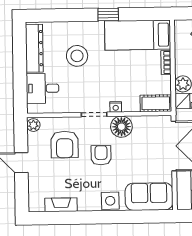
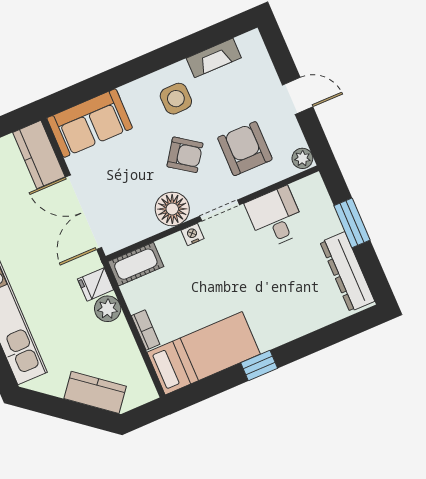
stool: (77, 56) -> (280, 286), removed
window: (20, 76) -> (352, 223), added
desk: (42, 88) -> (276, 217), moved, turned -90
armchair: (101, 155) -> (185, 155), turned -55
side table: (110, 201) -> (176, 99), moved

